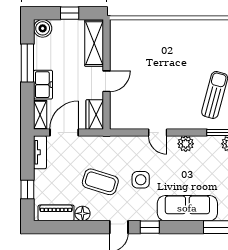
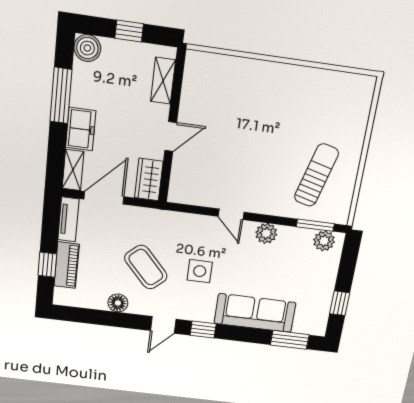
shelving: (94, 43) -> (163, 81), width x0.67, depth x0.75
coffee table: (100, 182) -> (146, 267), turned 31
piano: (56, 213) -> (67, 265), moved, turned 90

